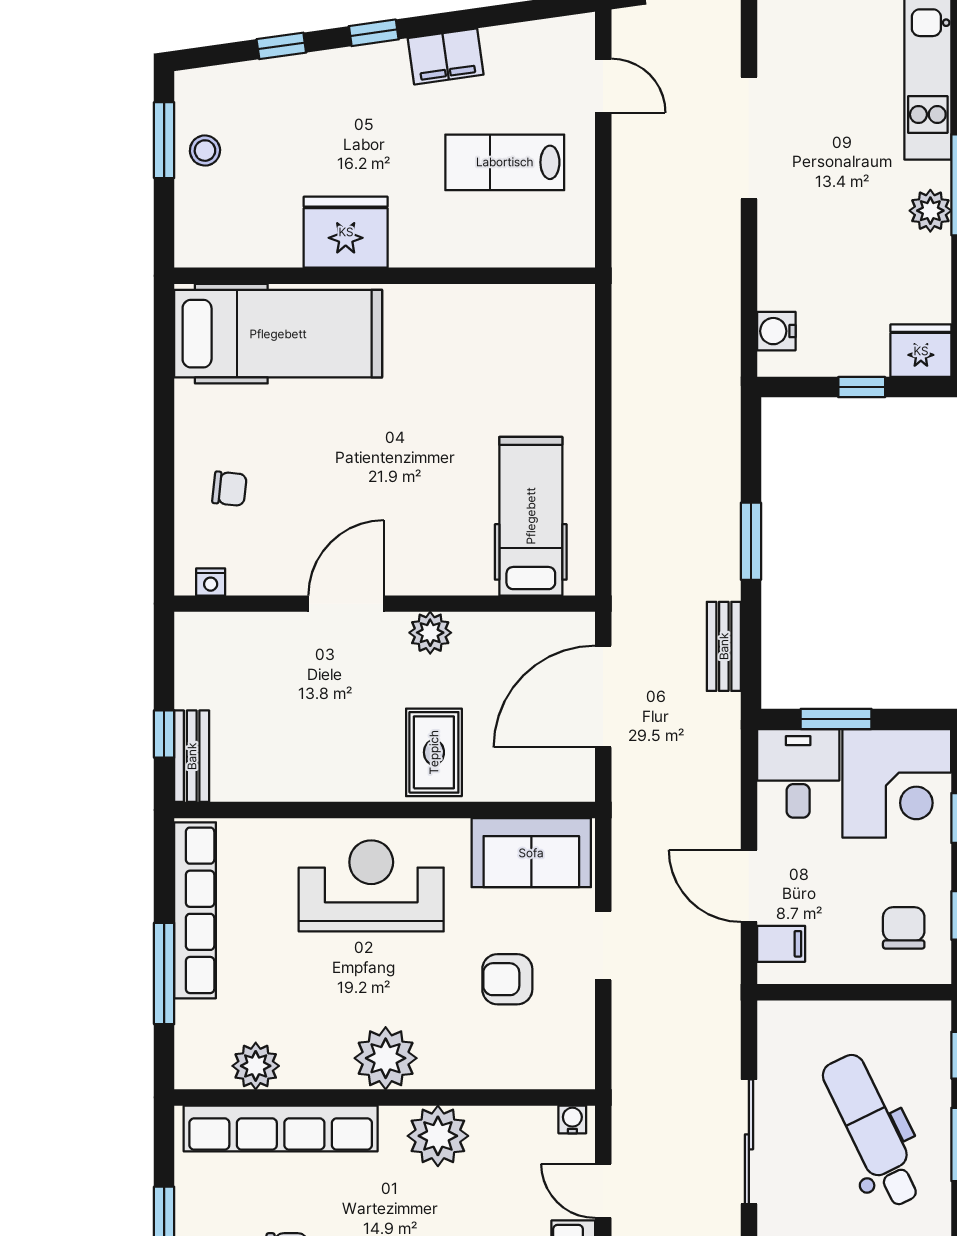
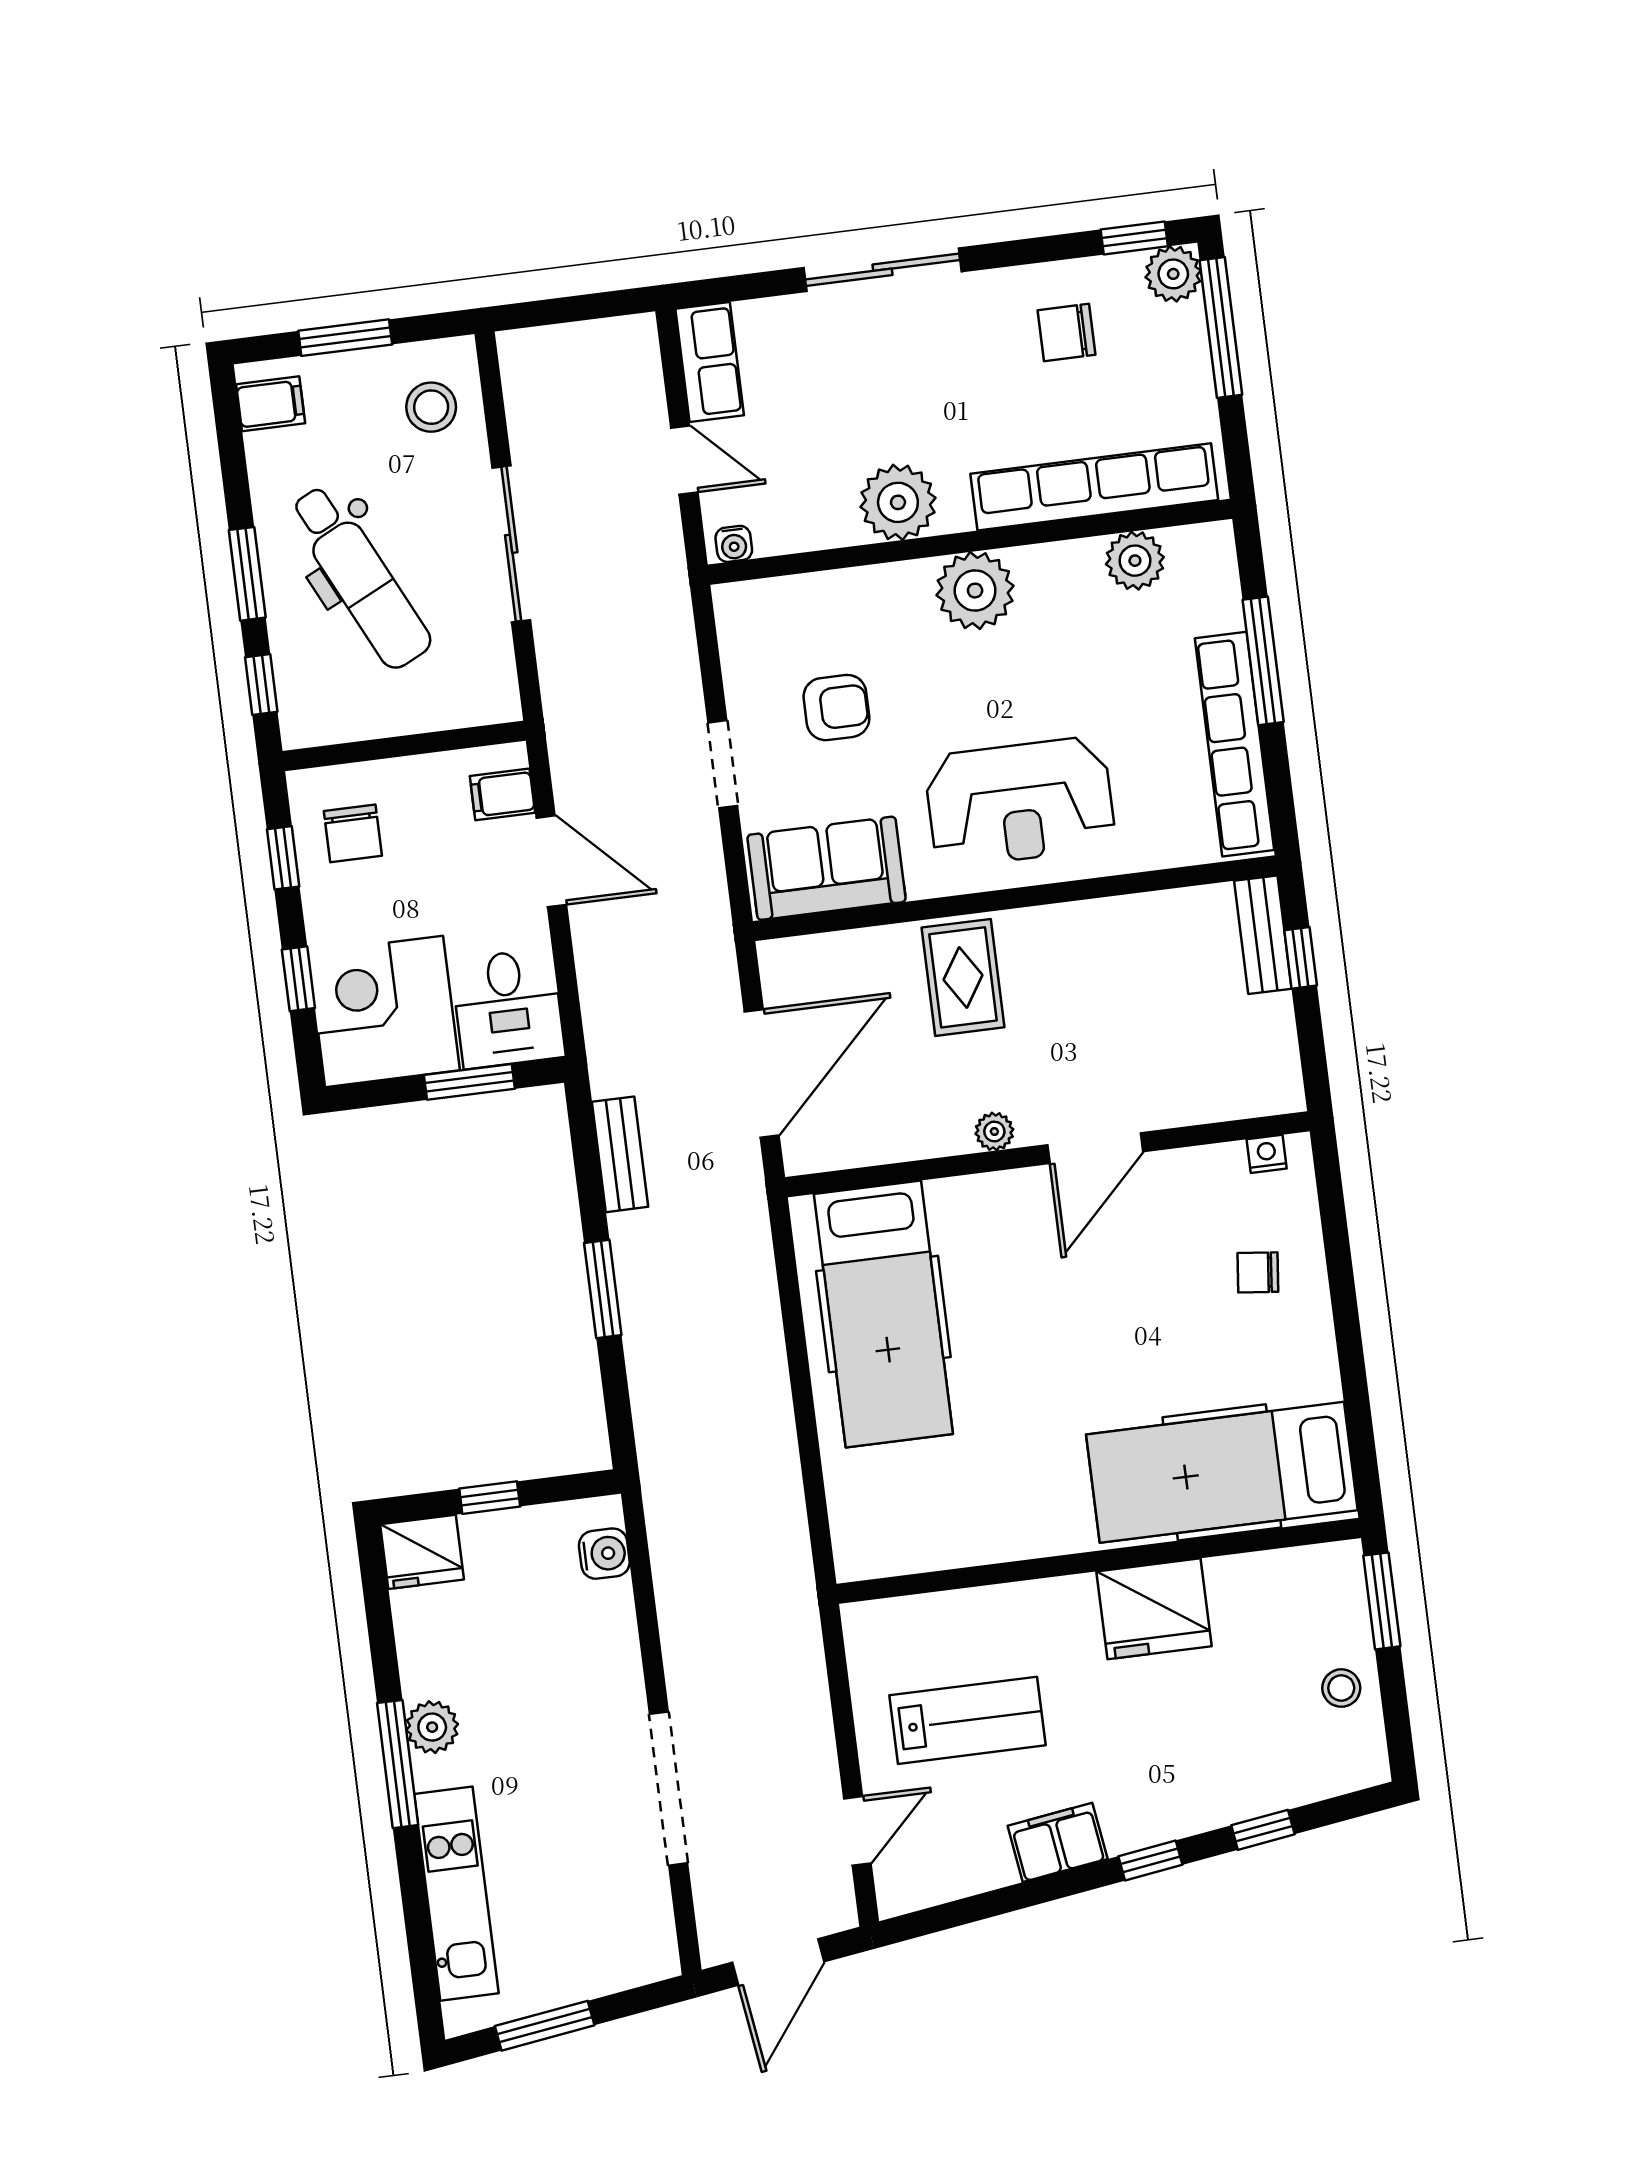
door: (603, 86) -> (857, 1831), swing flipped
window: (164, 140) -> (1382, 1601), moved
hospital bed: (531, 516) -> (883, 1314), width x1.37, depth x1.29
plant: (430, 633) -> (994, 1132), width x0.73, depth x0.73

